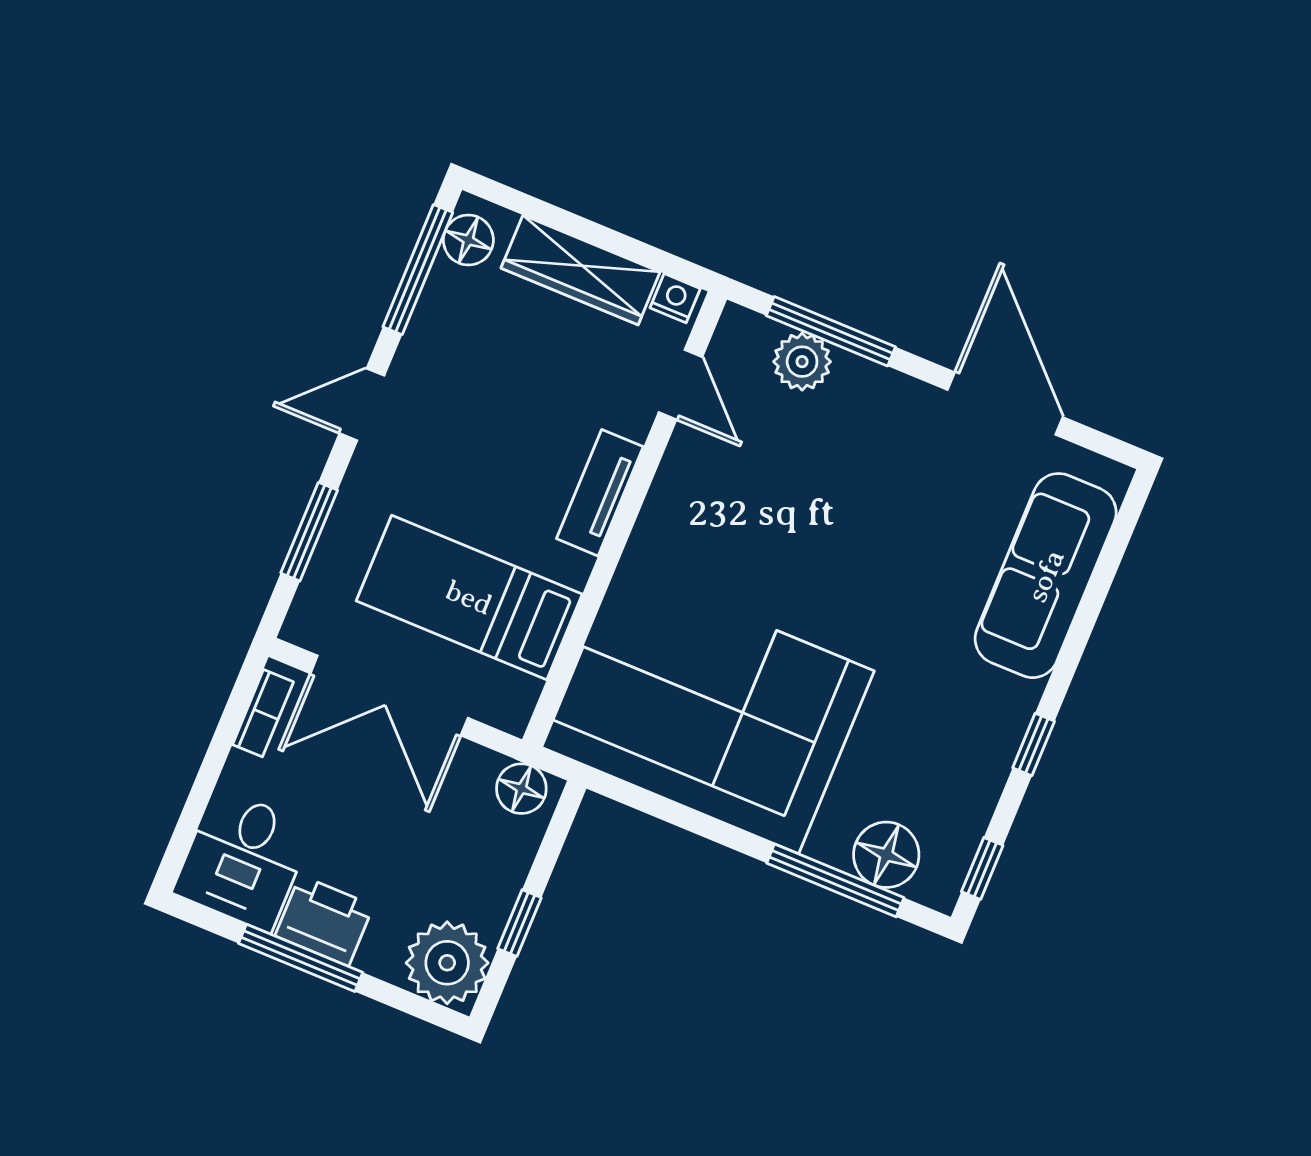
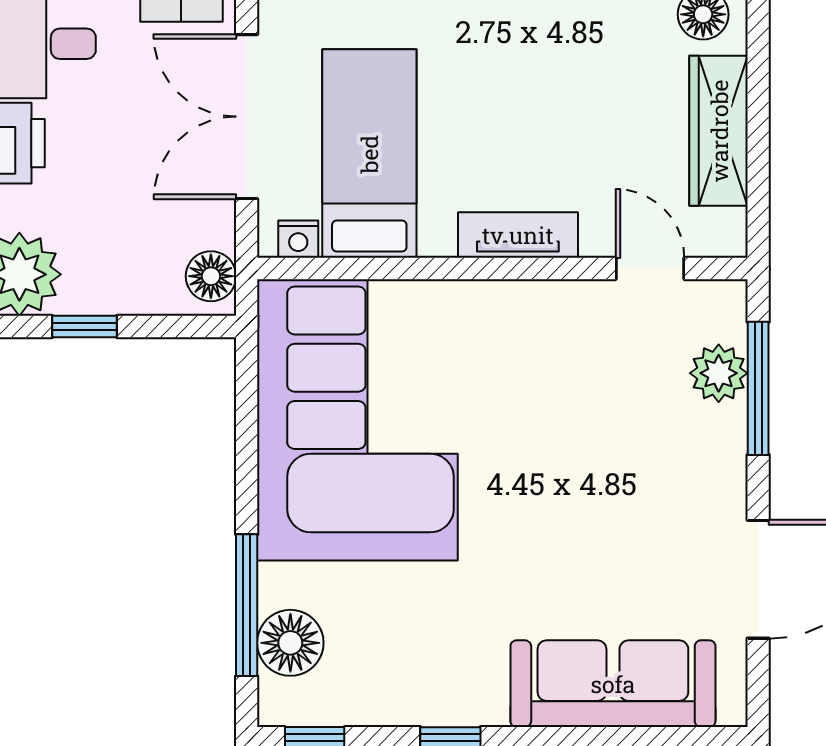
nightstand: (675, 298) -> (298, 239), moved, turned 90
door: (680, 385) -> (650, 268), swing flipped

